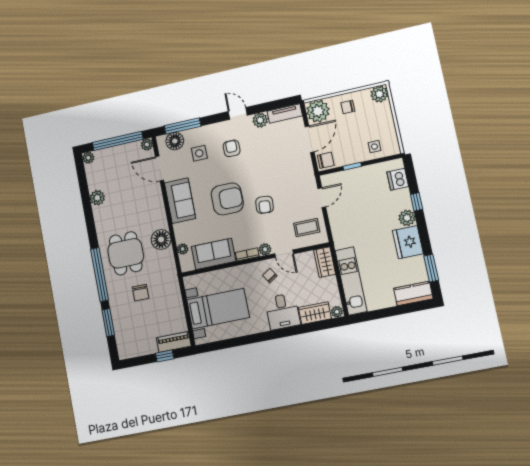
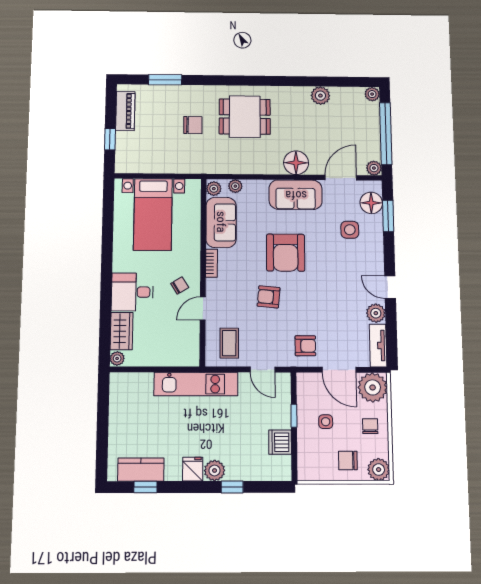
door: (238, 113) -> (390, 287), swing flipped
window: (183, 126) -> (388, 216), width x0.69
side table: (374, 147) -> (326, 422), moved
armchair: (232, 148) -> (305, 346), moved
chair: (326, 160) -> (348, 460), moved, turned 90
dishwasher: (398, 179) -> (280, 442), moved, turned -90
floor lamp: (161, 239) -> (296, 163), moved
fridge: (408, 242) -> (193, 469), width x0.53, depth x0.75
plant: (265, 249) -> (214, 189), moved
wardrobe: (325, 262) -> (182, 356), removed
window: (431, 268) -> (145, 487), width x0.67
window: (100, 275) -> (226, 80), removed
kitchen unit: (351, 281) -> (196, 384), moved
chair: (141, 293) -> (193, 125), turned 180
kitchen counter: (413, 293) -> (141, 470), moved, turned -90
piano: (174, 342) -> (125, 111), moved

